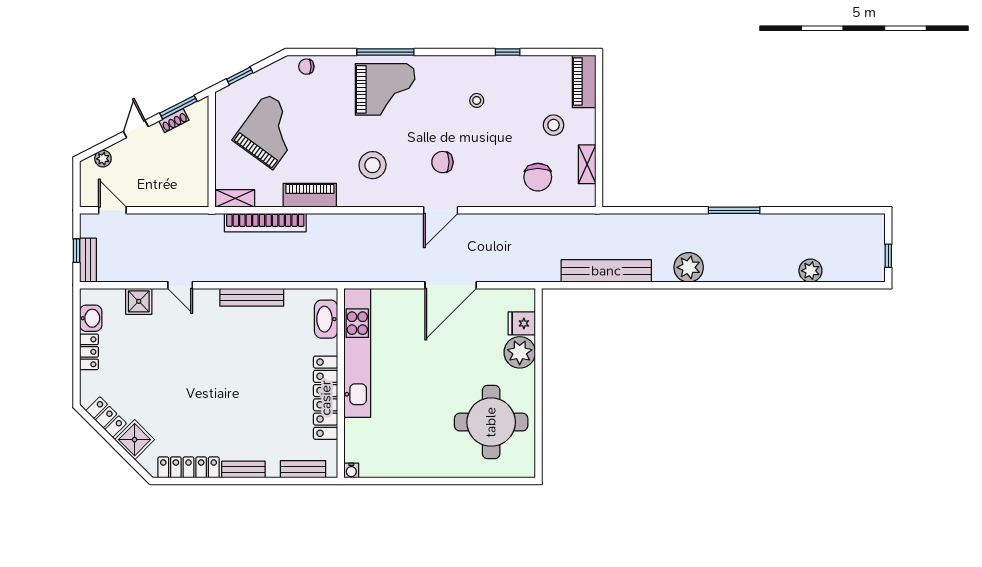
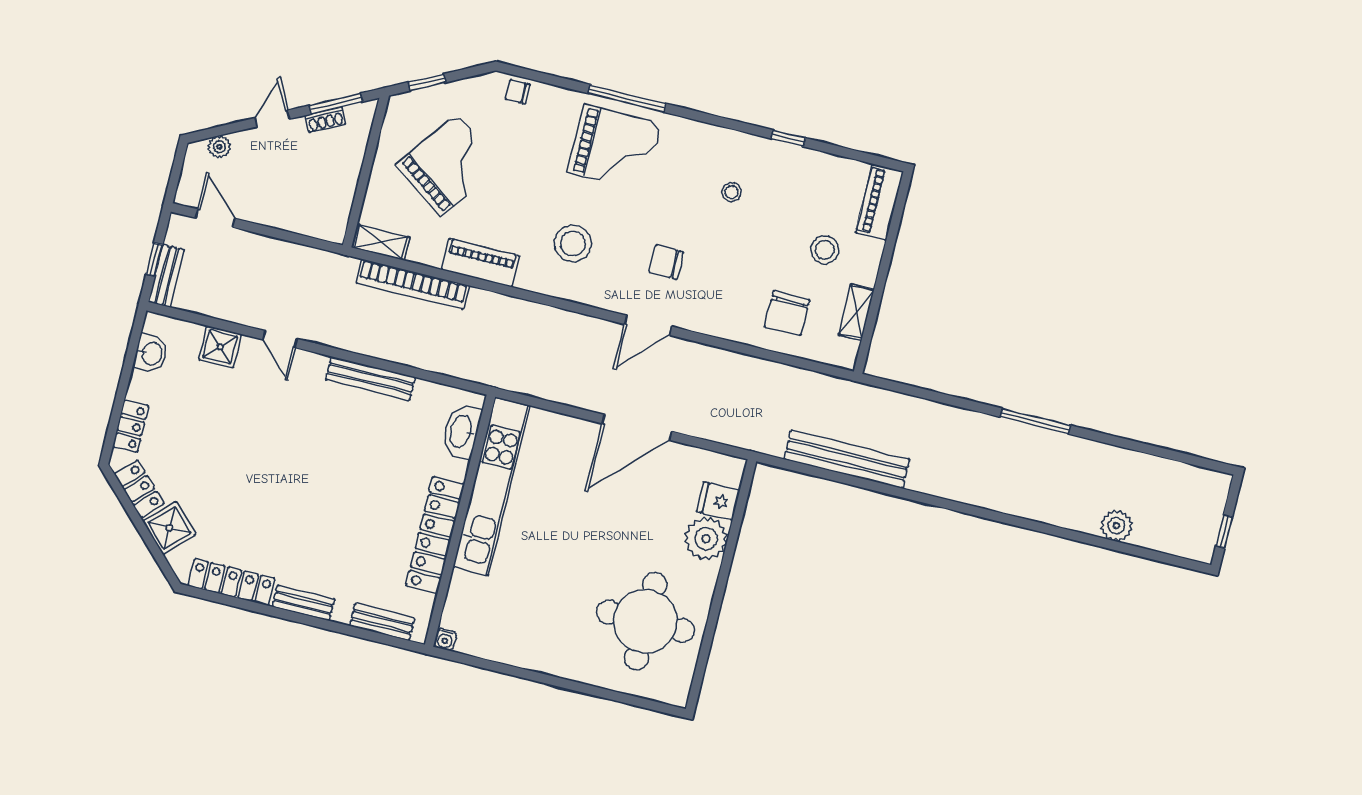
plant: (689, 267) -> (957, 482), removed
locker: (89, 352) -> (131, 426), moved

